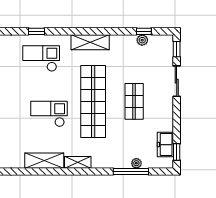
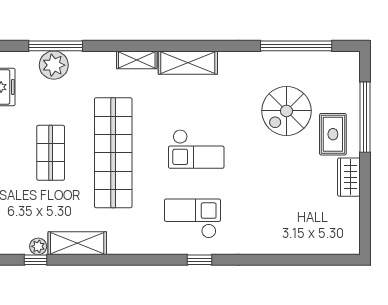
shelving: (90, 42) -> (77, 243), moved
checkout: (41, 58) -> (192, 218), turned 180
checkout: (49, 114) -> (196, 149), moved
plant: (136, 163) -> (54, 65), width x1.88, depth x1.88

